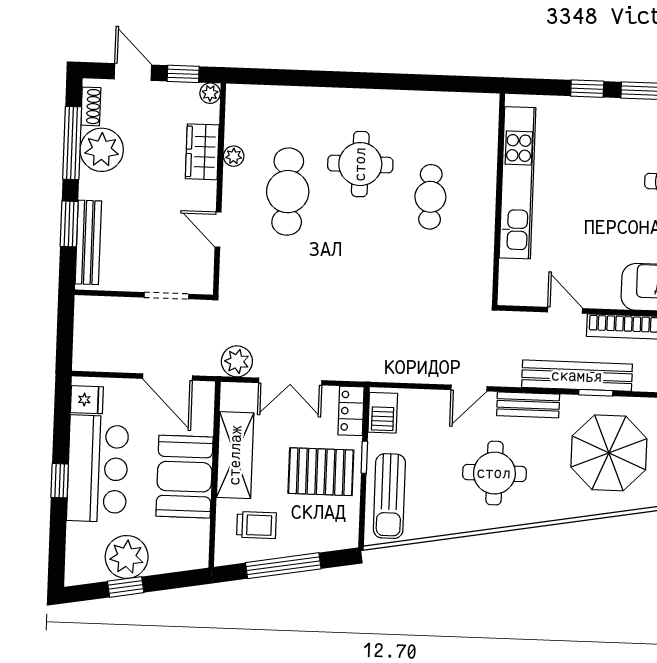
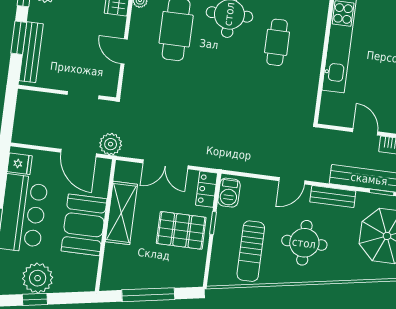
plant: (237, 361) -> (111, 144), moved
sun lounger: (389, 496) -> (251, 251), moved
trolley: (256, 525) -> (132, 264), removed

